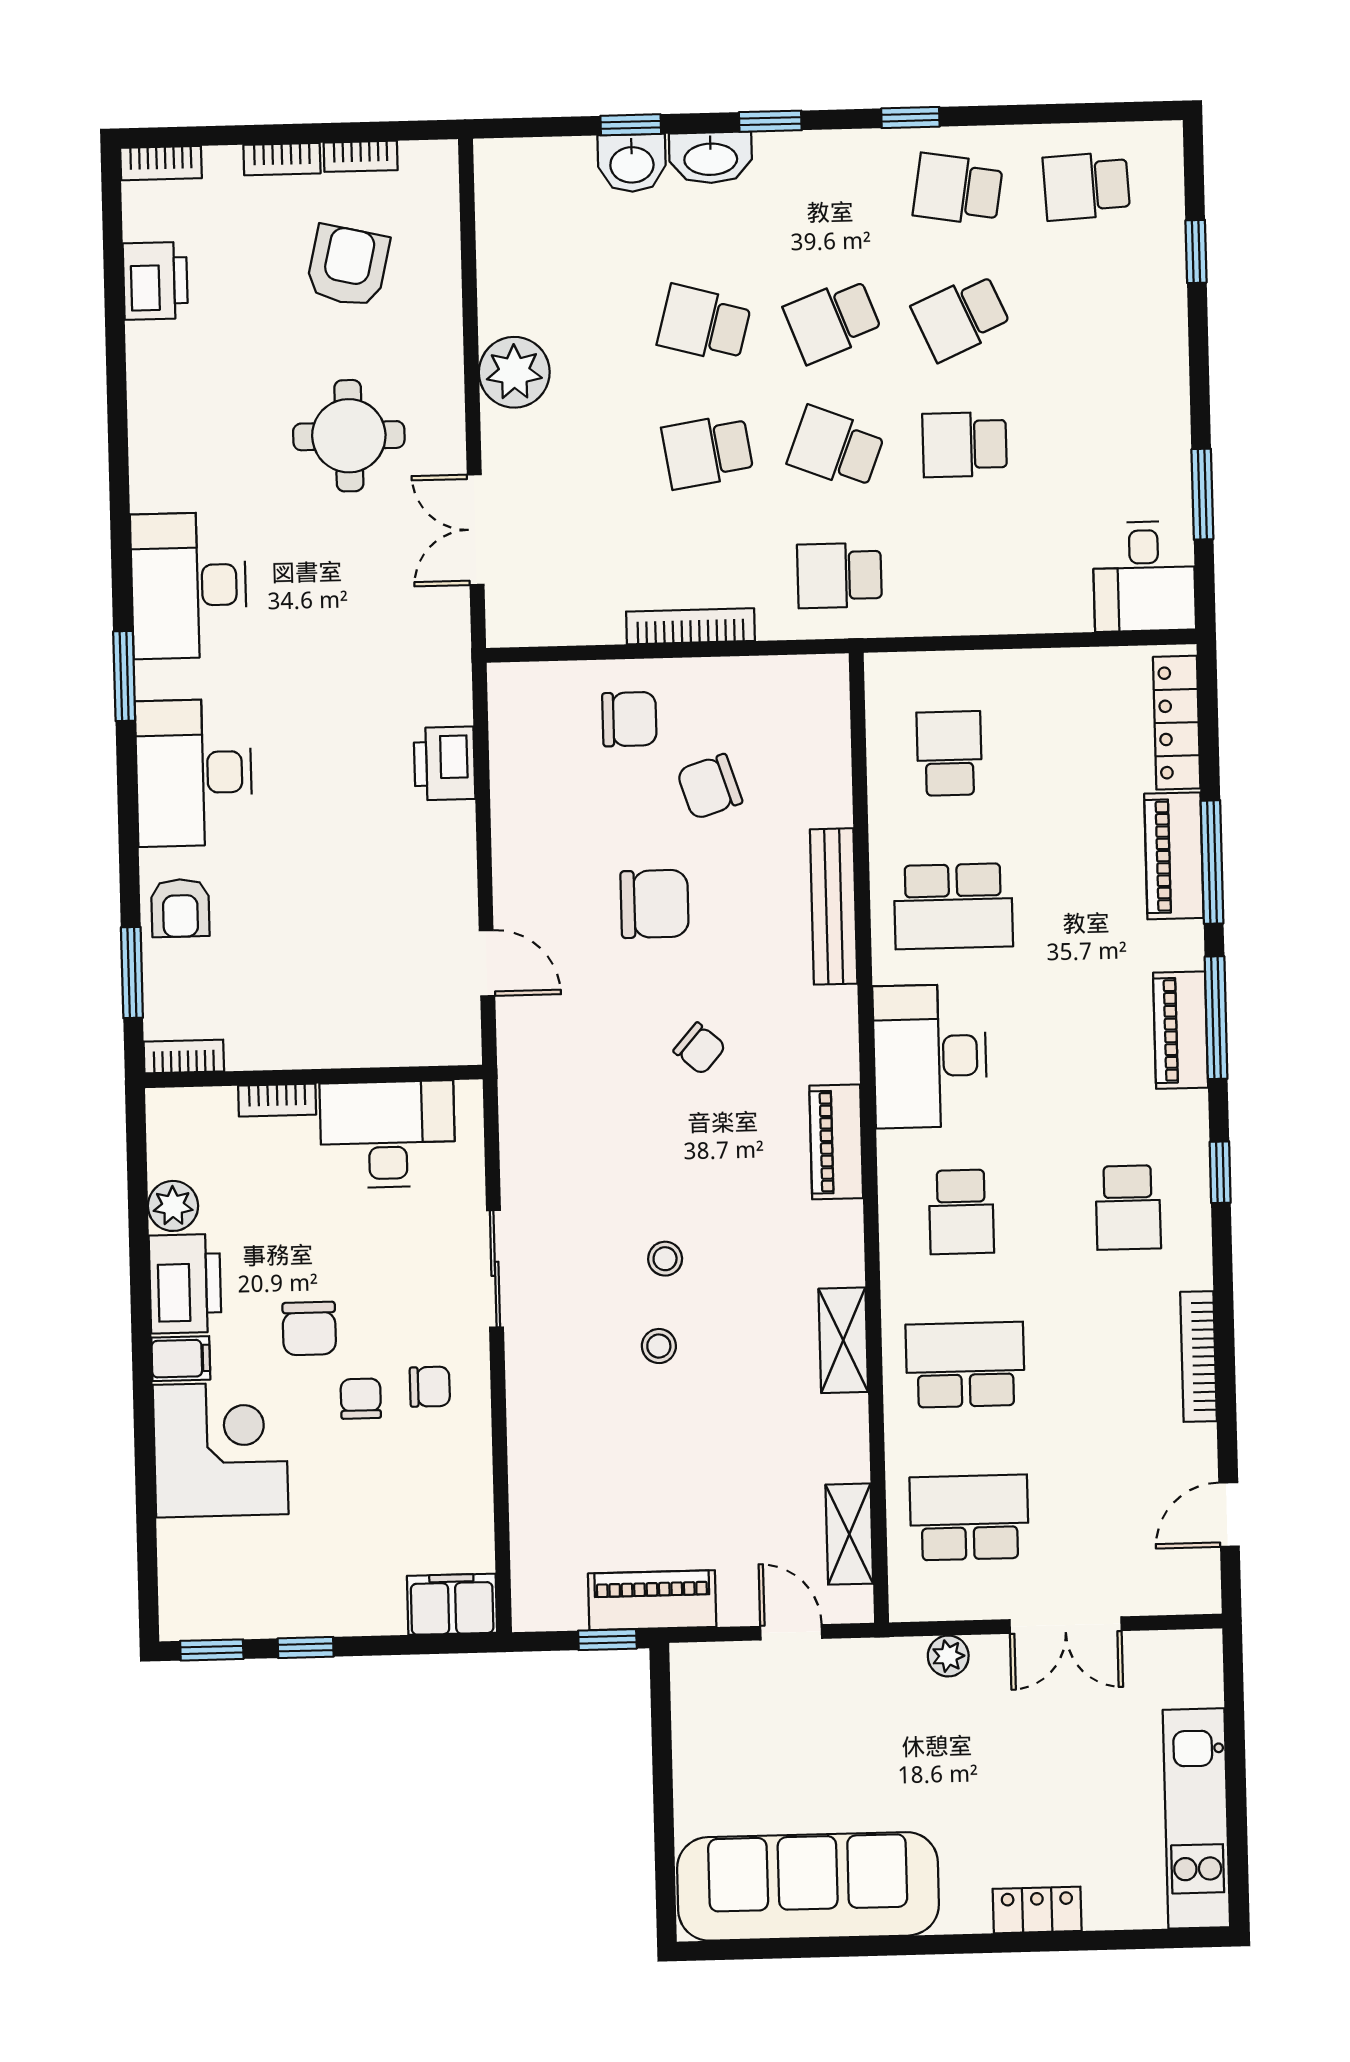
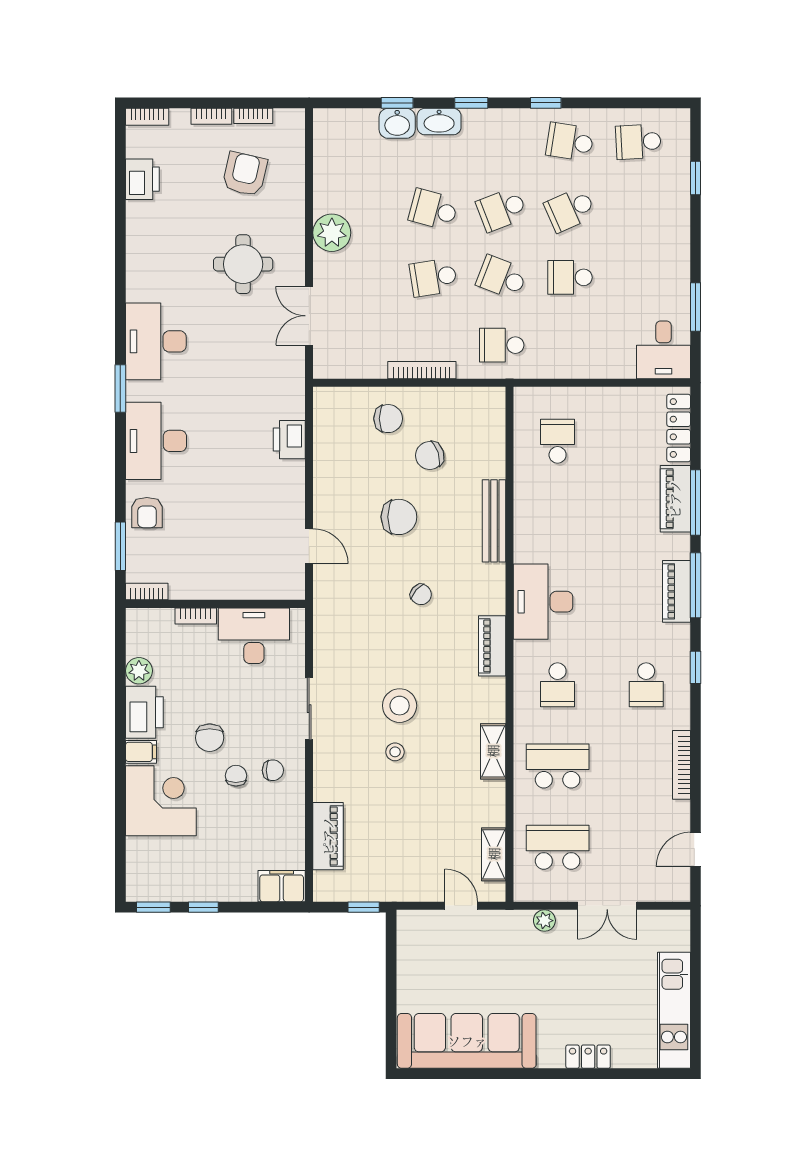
school desk: (953, 906) -> (558, 522), removed
stool: (665, 1259) -> (400, 706), width x1.89, depth x1.89
piano: (652, 1600) -> (328, 836), moved, turned 90

